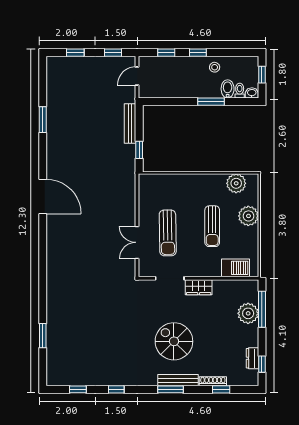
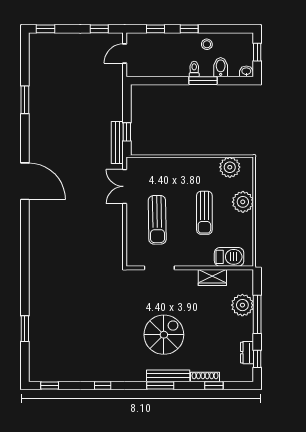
window: (75, 53) -> (45, 29), moved
toilet: (240, 91) -> (194, 69), moved
bench: (130, 123) -> (117, 142), moved
double door: (137, 242) -> (125, 186), moved
wardrobe: (199, 287) -> (212, 277), moved
window: (262, 309) -> (257, 314), moved
spiral stairs: (174, 341) -> (164, 335), turned 90
window: (78, 389) -> (50, 386), moved

